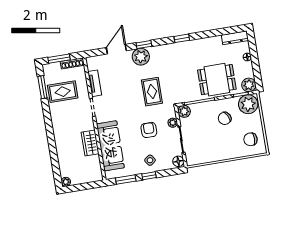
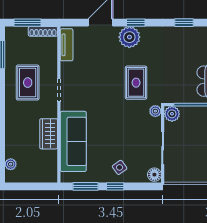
tv unit: (95, 83) -> (67, 45), moved
rug: (63, 92) -> (28, 83), moved, turned 90
plant: (173, 123) -> (155, 111), moved
armchair: (149, 130) -> (124, 130), removed
plant: (66, 182) -> (11, 164), moved

